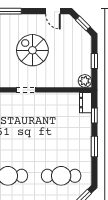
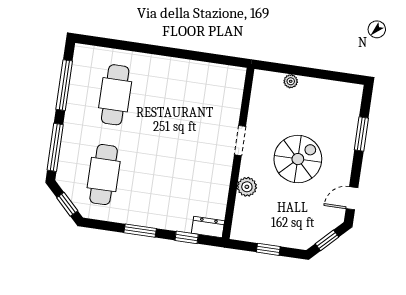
plant: (85, 81) -> (247, 187), moved

